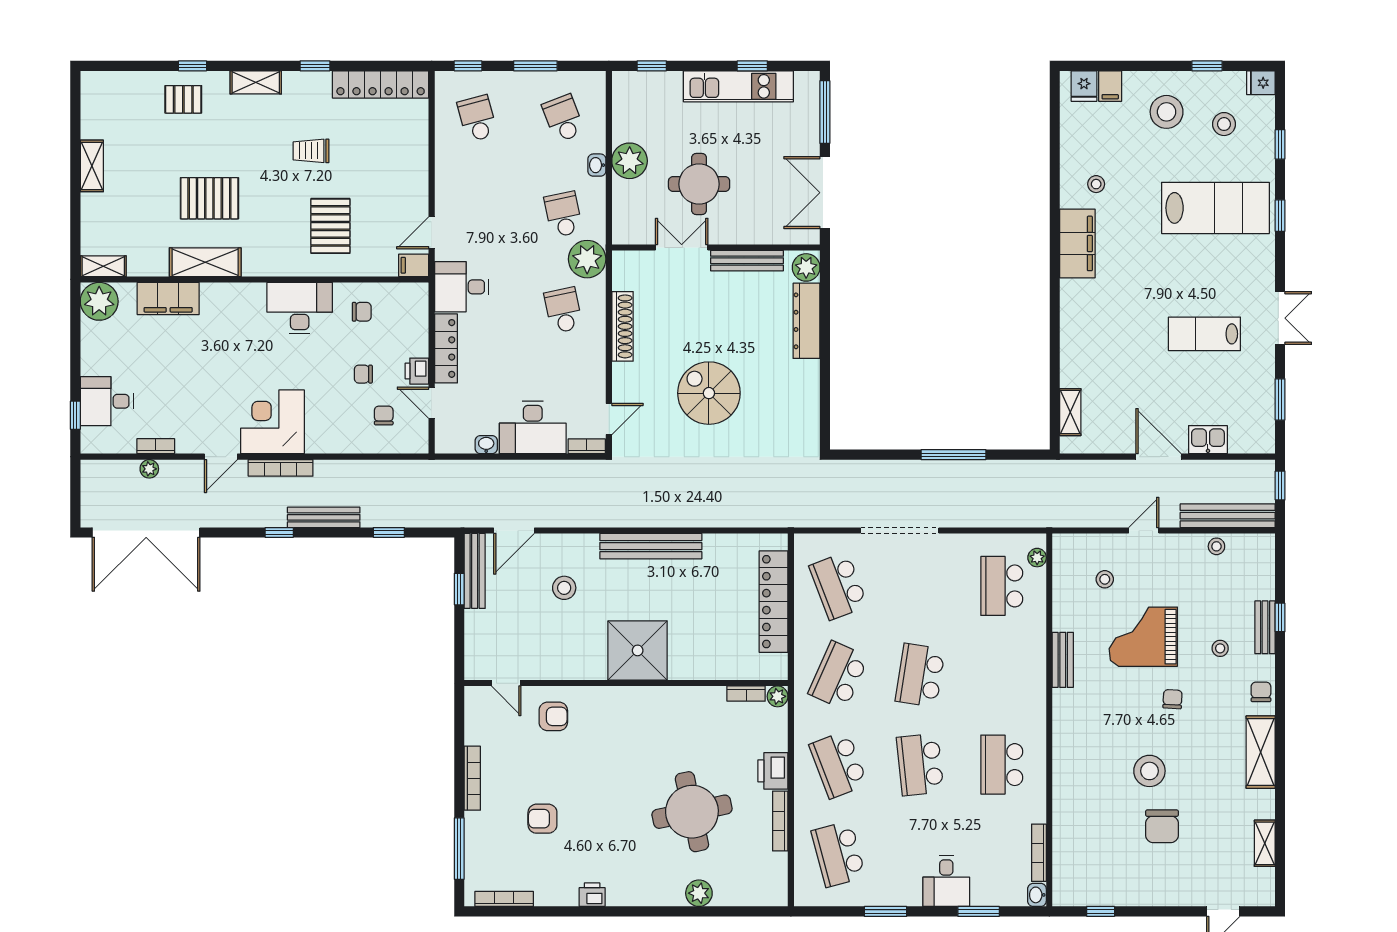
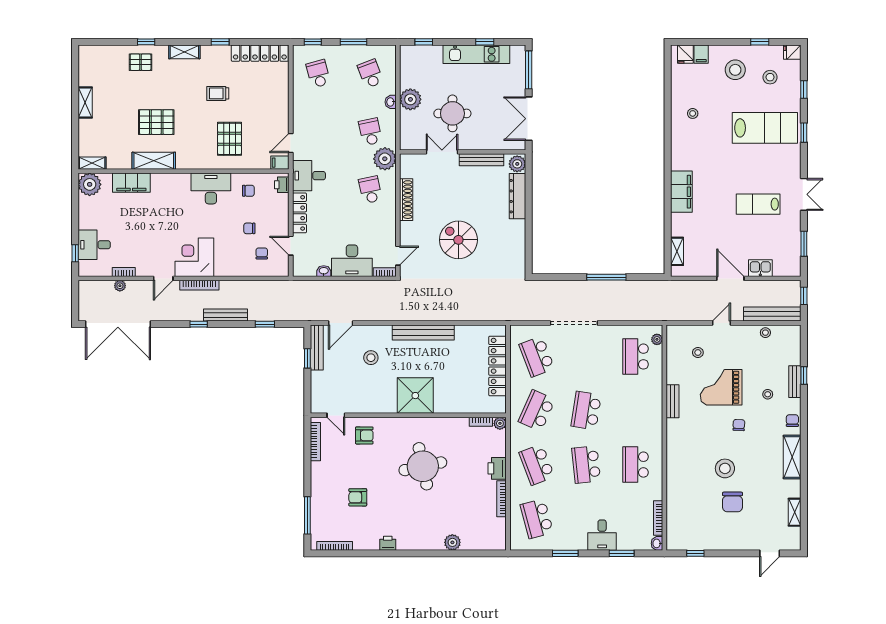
filing cabinet: (1077, 243) -> (681, 192), moved
printer: (417, 371) -> (282, 185), moved
bookcase: (472, 778) -> (315, 442), moved
round table: (692, 812) -> (423, 466), moved

